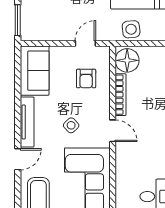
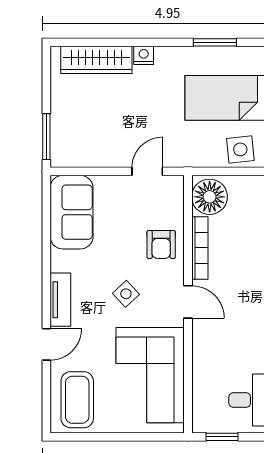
side table: (131, 29) -> (240, 149), moved
armchair: (86, 79) -> (161, 244), moved
tv unit: (27, 122) -> (60, 300), width x0.71

